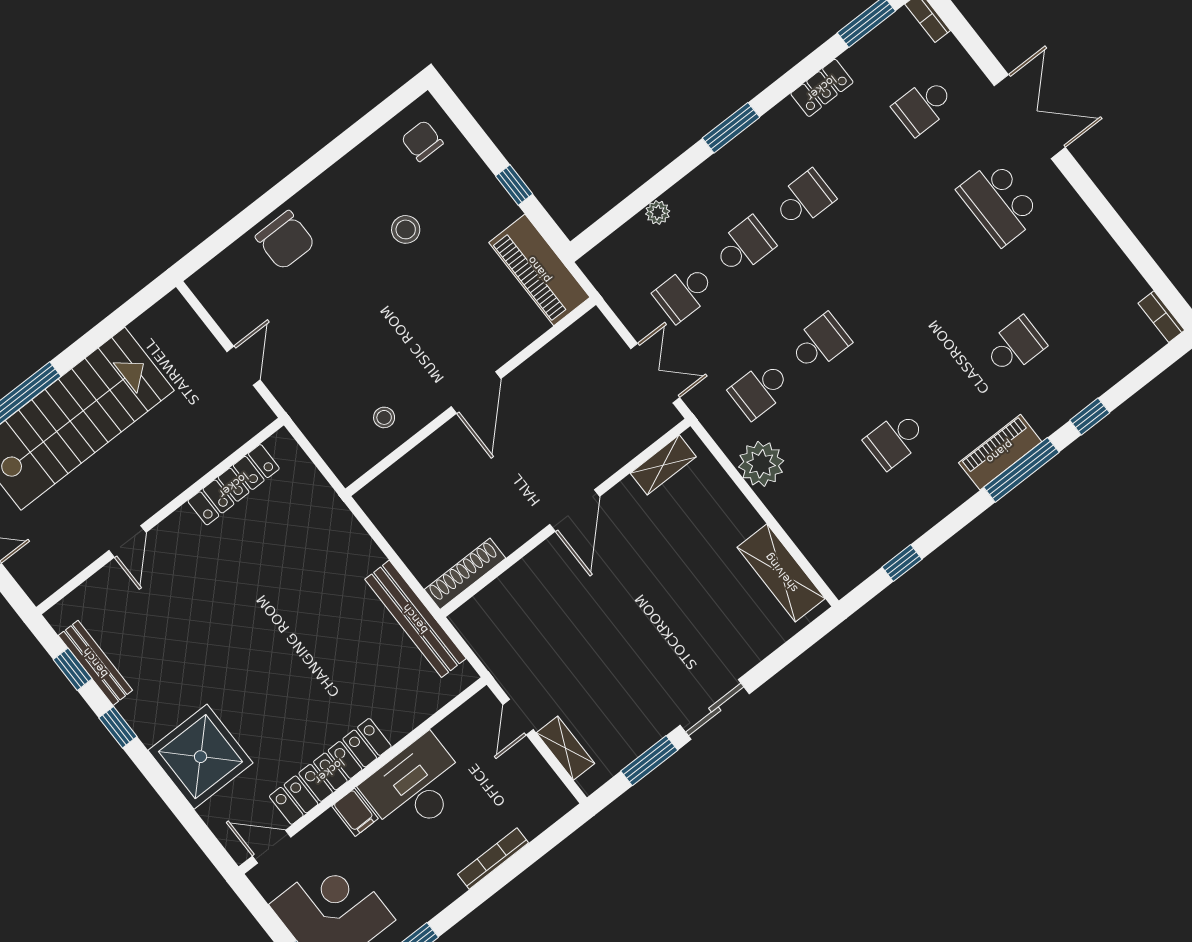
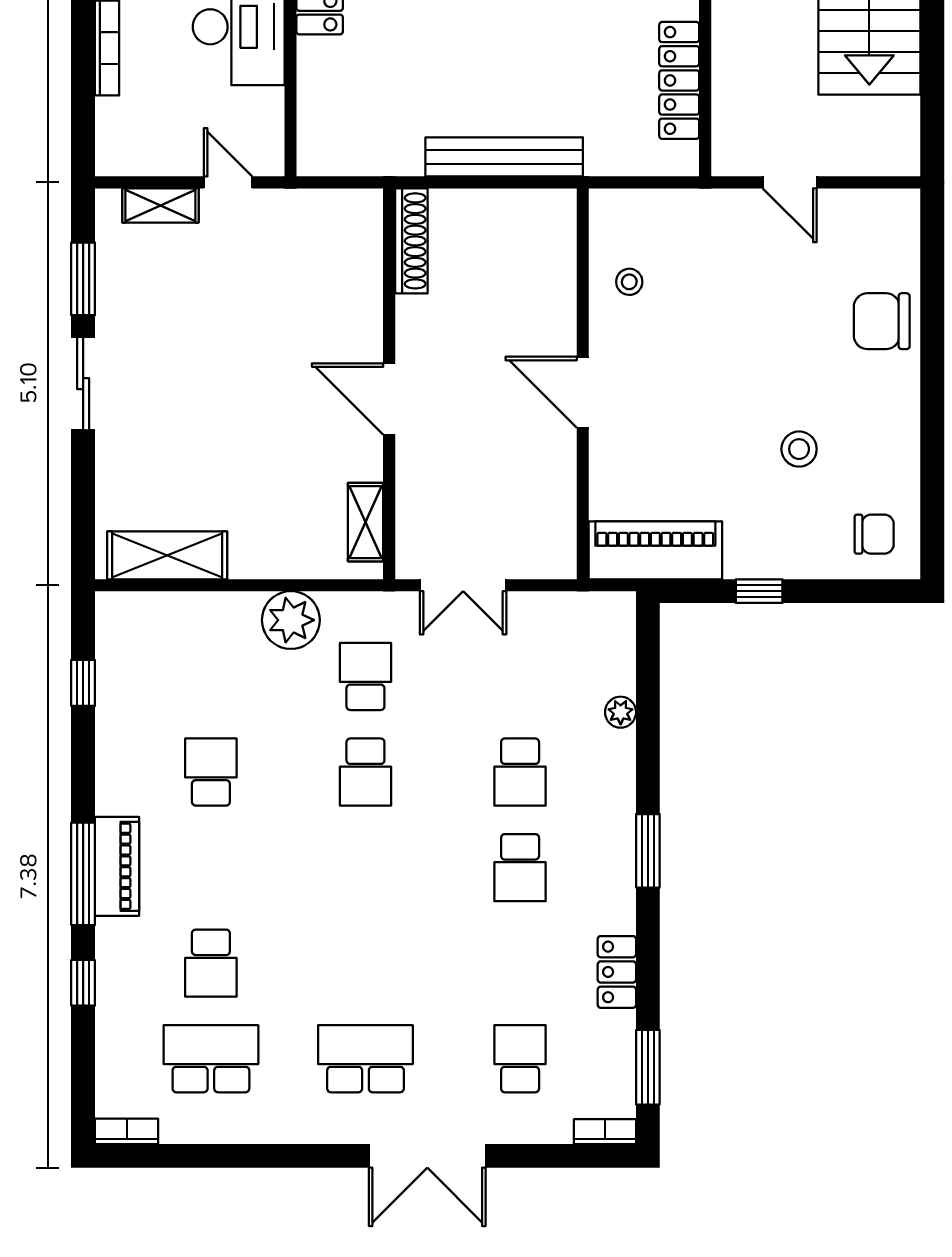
school desk: (684, 293) -> (211, 1059), moved, width x1.85
bench: (415, 619) -> (504, 157), moved

